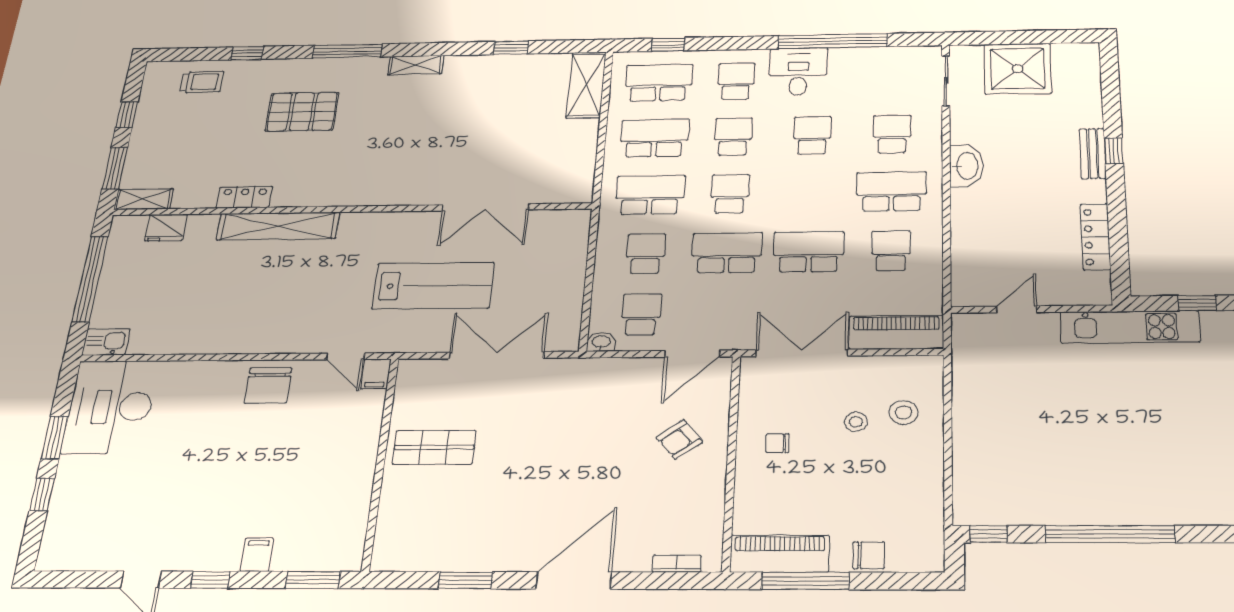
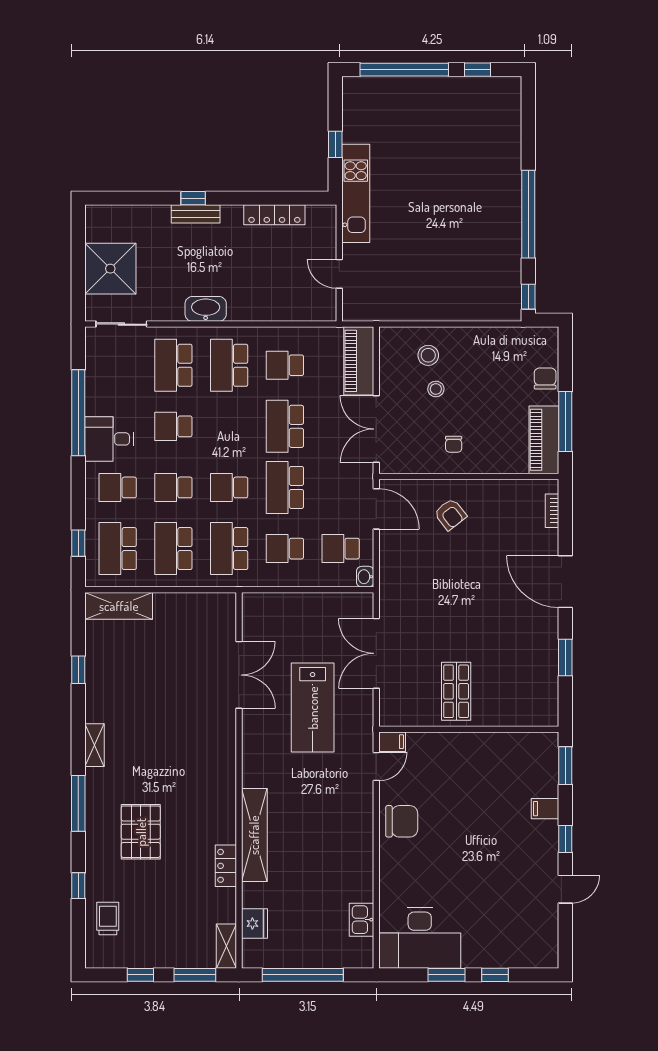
school desk: (892, 134) -> (173, 365), width x1.85
lab bench: (433, 286) -> (313, 708), turned 180
kitchen sink: (106, 342) -> (362, 920), moved

